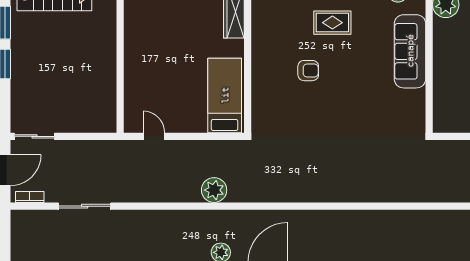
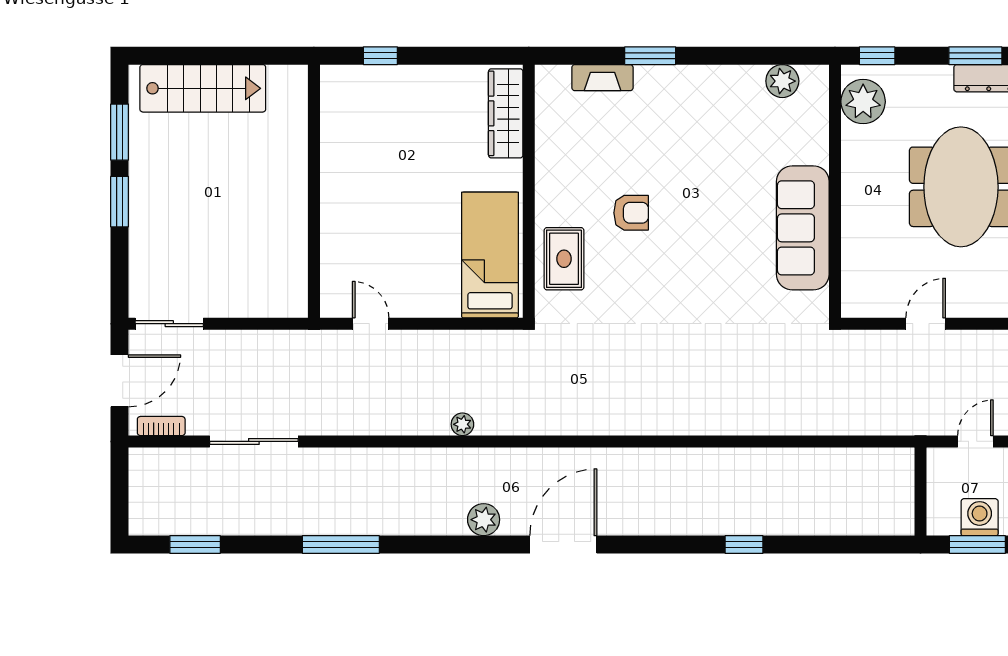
rug: (332, 23) -> (564, 259), moved, turned 90
sofa: (410, 51) -> (803, 228), moved
plant: (214, 190) -> (462, 424), width x0.53, depth x0.53

